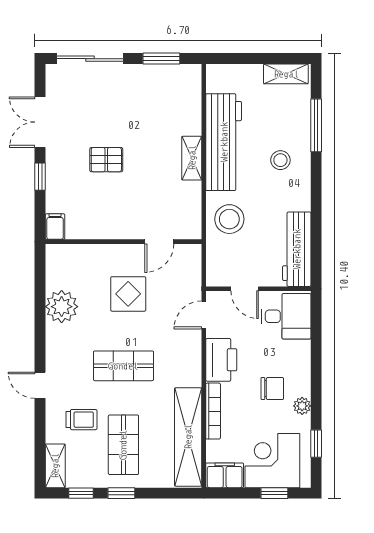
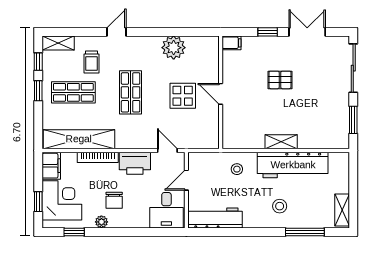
pallet: (106, 160) -> (280, 80), turned 90
stool: (229, 219) -> (237, 169), width x0.53, depth x0.53
door: (159, 242) -> (221, 94), moved

